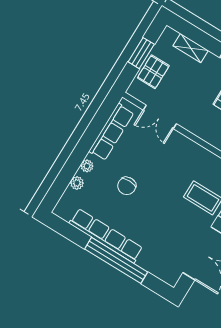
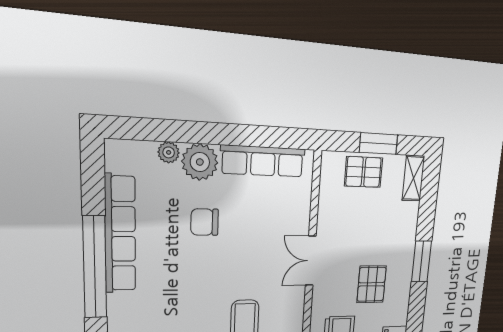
shelving: (191, 48) -> (413, 178), moved
double door: (160, 117) -> (311, 261), moved
plant: (87, 166) -> (200, 162), width x1.88, depth x1.88

